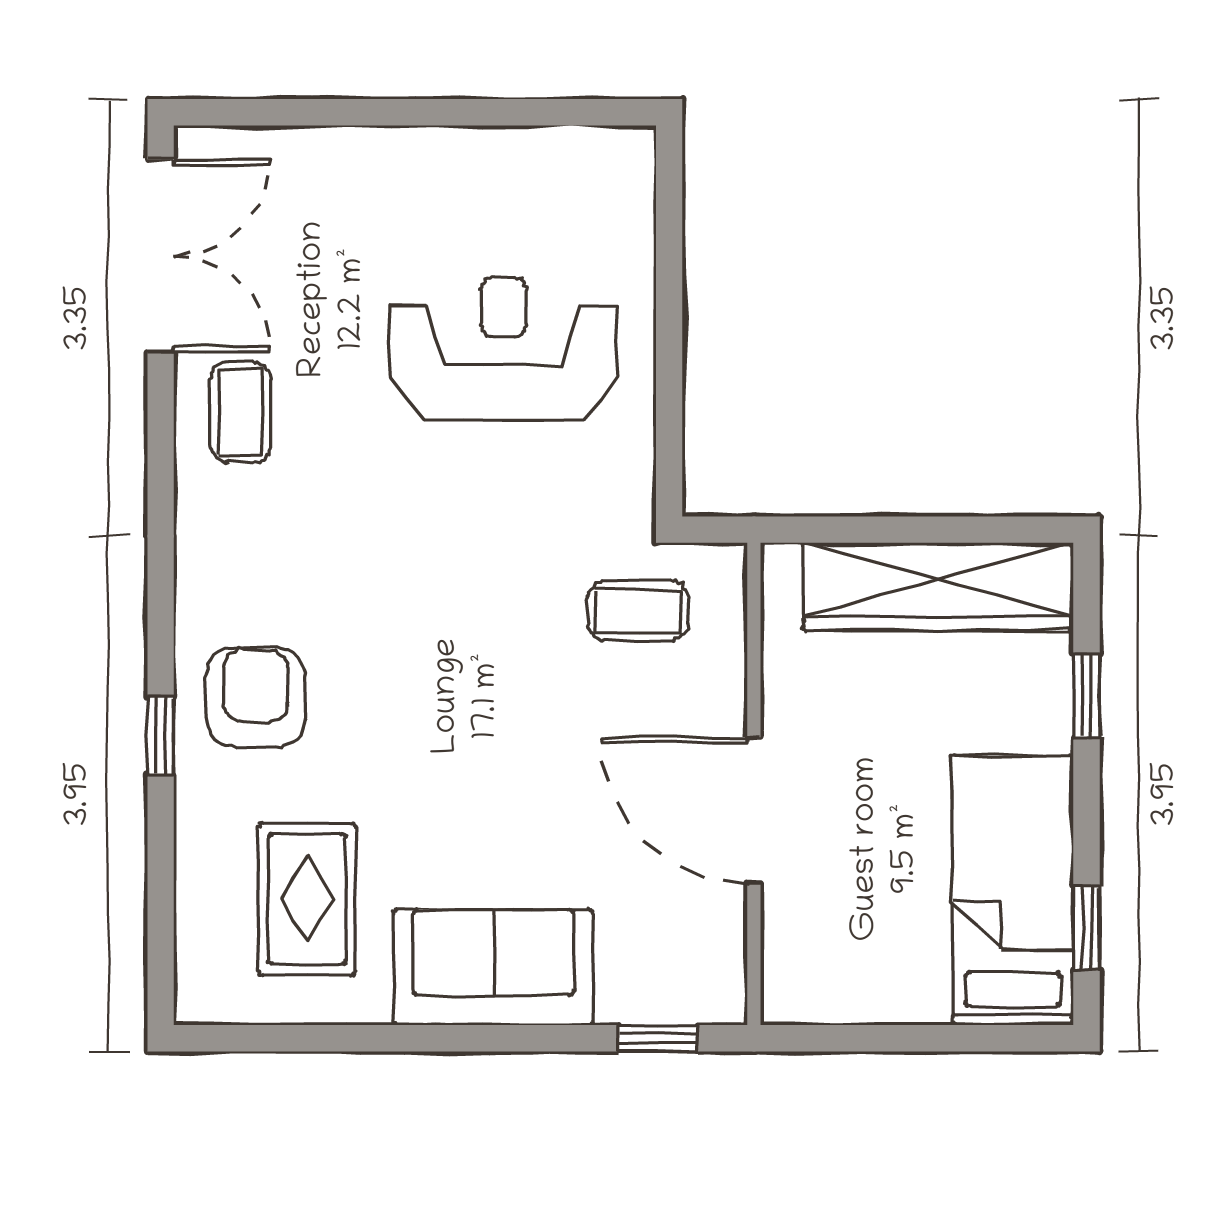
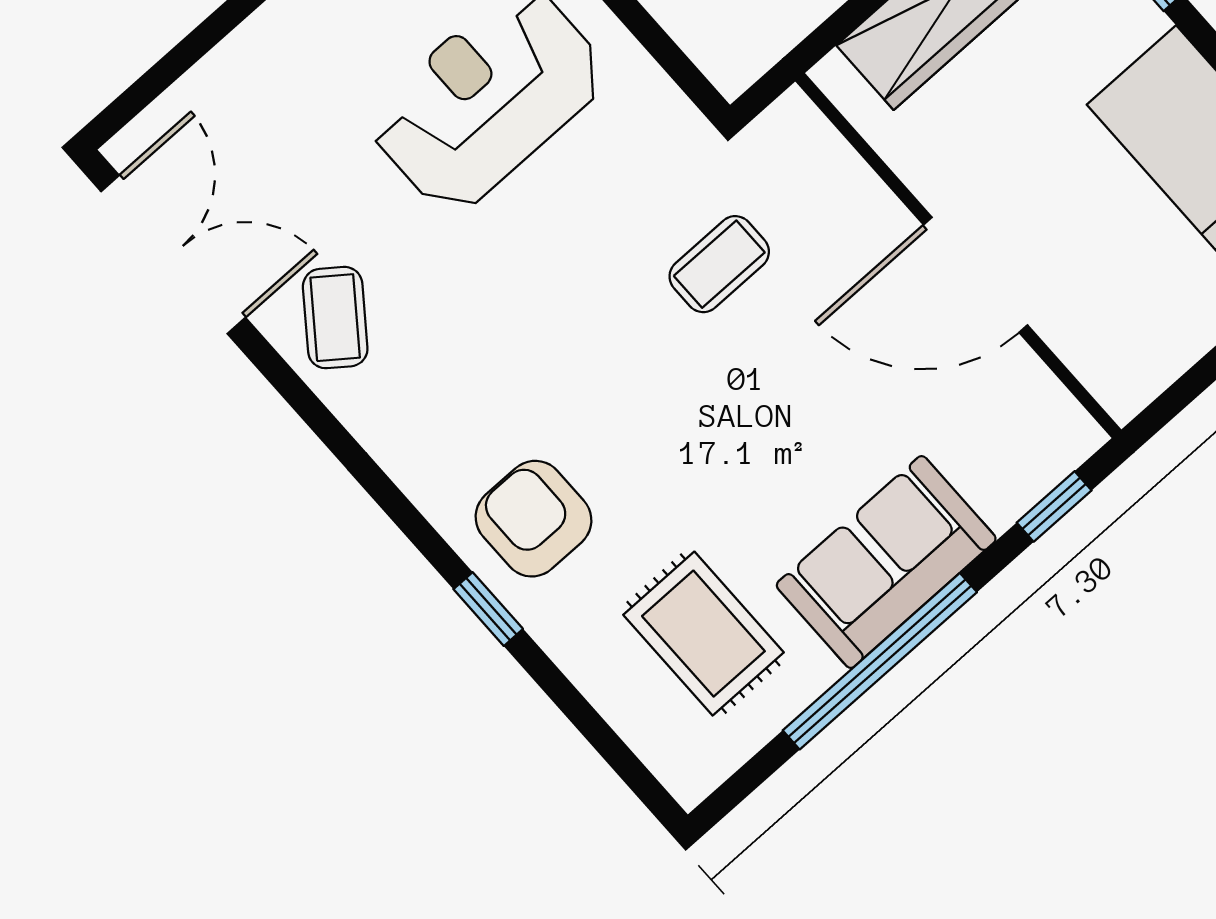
coffee table: (241, 412) -> (335, 318), turned 37
coffee table: (638, 611) -> (719, 264), moved
window: (422, 1038) -> (880, 661), added

